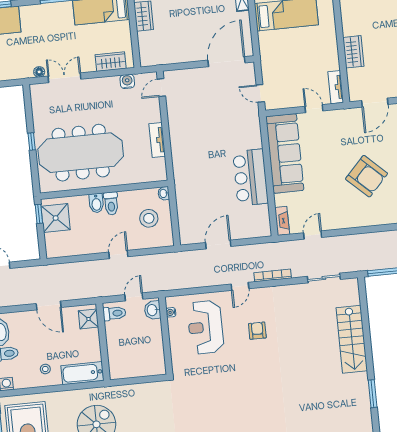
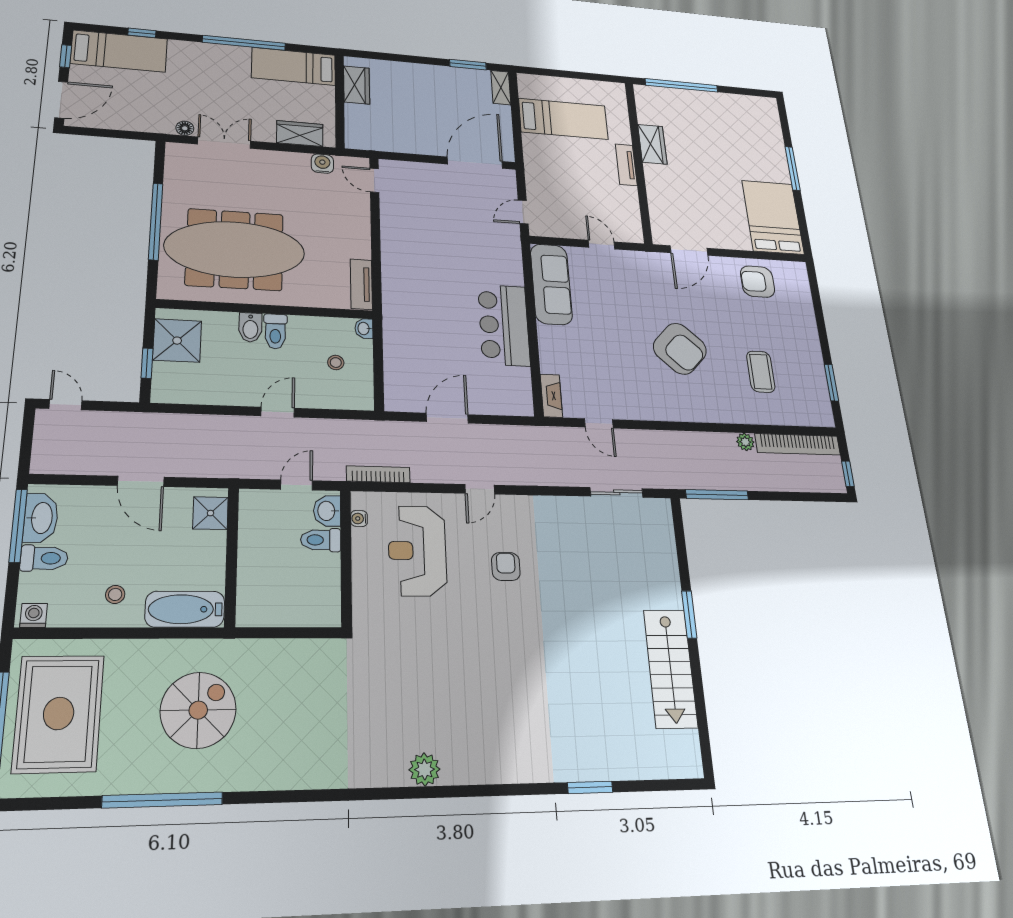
wardrobe: (353, 52) -> (652, 144), moved
tv unit: (336, 87) -> (626, 165), moved
door: (161, 88) -> (374, 180), hinge flipped
door: (260, 93) -> (523, 212), hinge flipped
tv unit: (157, 140) -> (361, 284), moved
window: (32, 142) -> (156, 221), width x3.17
sofa: (285, 153) -> (551, 284), width x0.74, depth x0.79
window: (39, 214) -> (147, 363), moved
stool: (149, 218) -> (336, 363), width x0.53, depth x0.53
door: (313, 235) -> (599, 423), swing flipped
bookcase: (273, 275) -> (378, 474), moved
toilet: (114, 313) -> (321, 540), moved, turned 180
stairs: (352, 339) -> (670, 668), moved
window: (373, 394) -> (689, 614), moved

